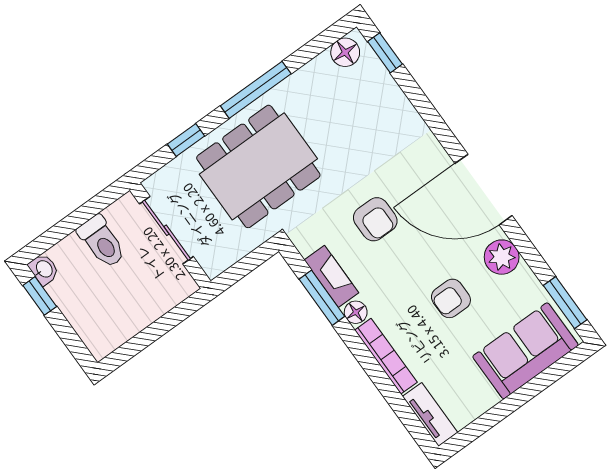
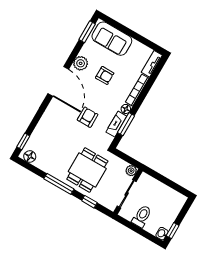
dining table: (258, 166) -> (87, 170), width x0.73
plant: (214, 263) -> (131, 171), added

